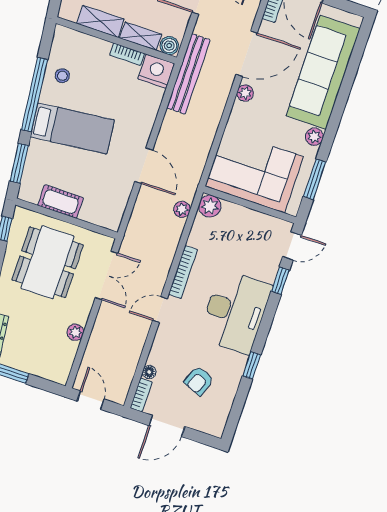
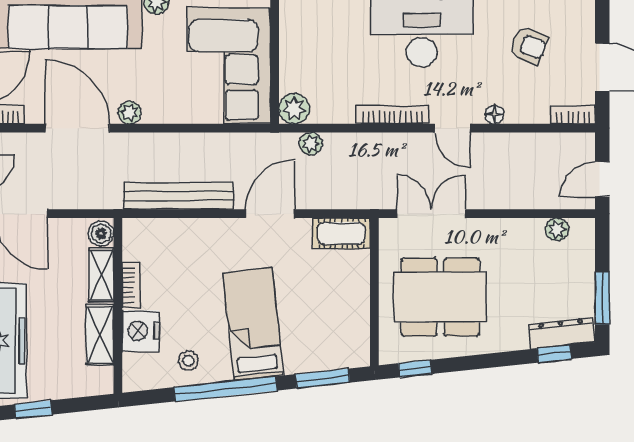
nightstand: (156, 71) -> (141, 331), moved
bench: (188, 74) -> (179, 196), moved
cot: (60, 202) -> (341, 233), moved, turned 90
plant: (75, 332) -> (557, 229), moved
floor lamp: (149, 372) -> (494, 115), moved

